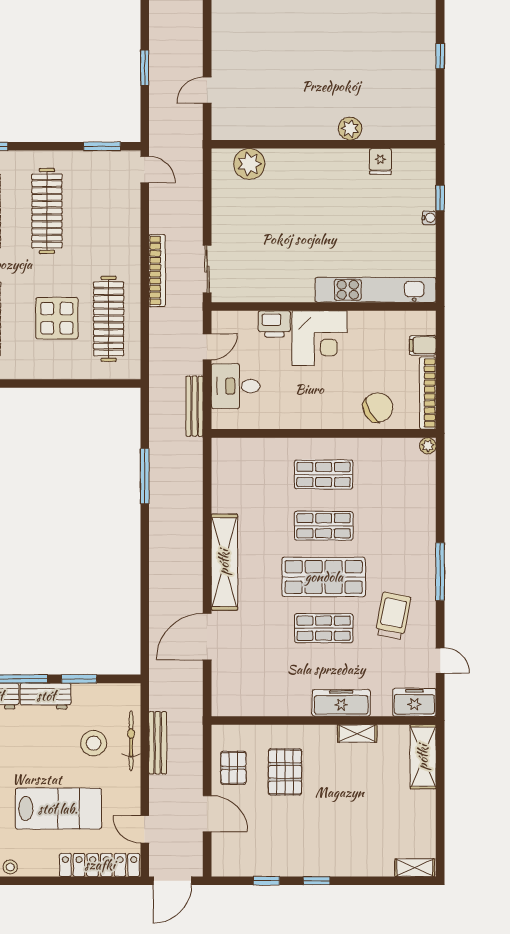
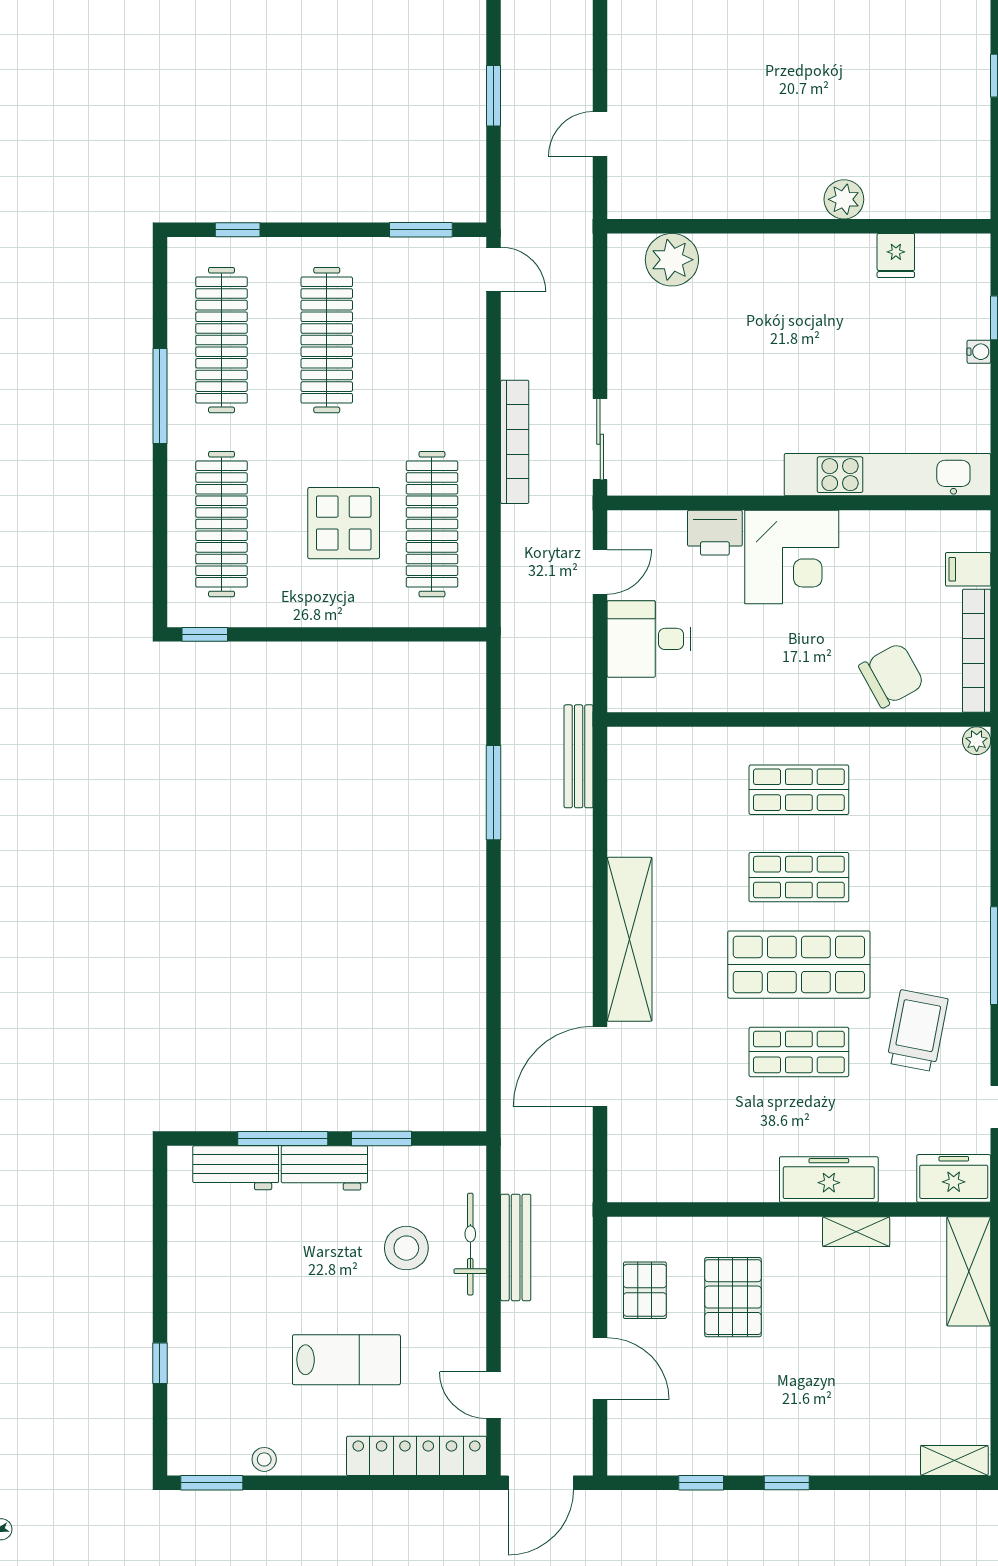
bench: (195, 406) -> (579, 756), moved
lab bench: (58, 809) -> (346, 1360), width x0.73, depth x0.72

